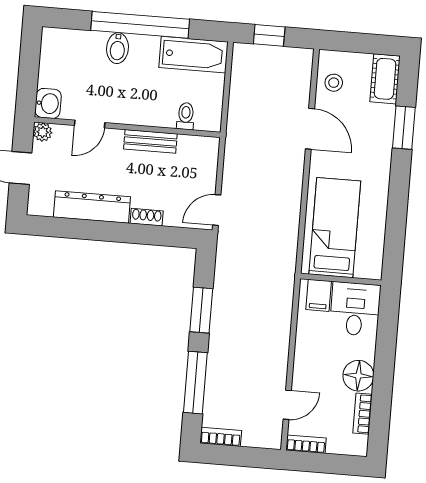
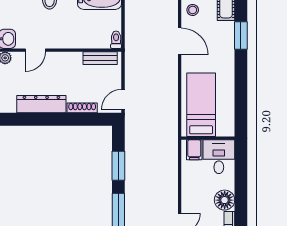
toilet: (186, 116) -> (116, 40), moved
bench: (150, 141) -> (100, 58), moved
shoe rack: (147, 217) -> (82, 108), width x1.43

